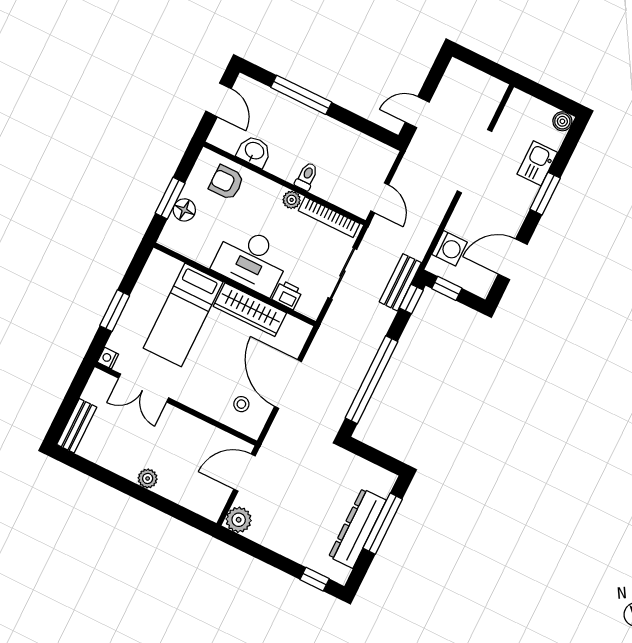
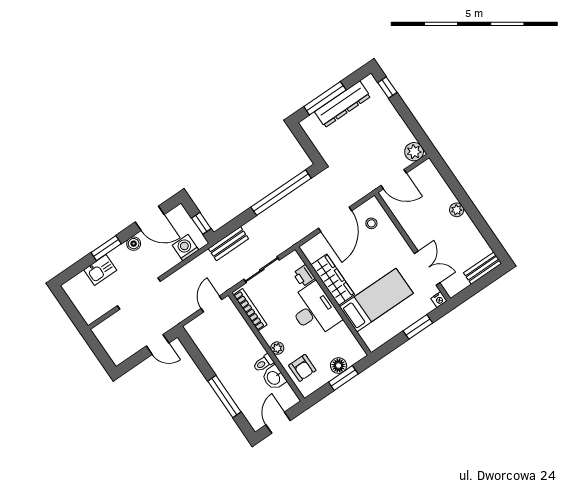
boiler: (562, 121) -> (134, 244), moved
toilet: (307, 176) -> (263, 363), moved
plant: (292, 200) -> (277, 348), moved
window: (411, 299) -> (227, 229), removed

